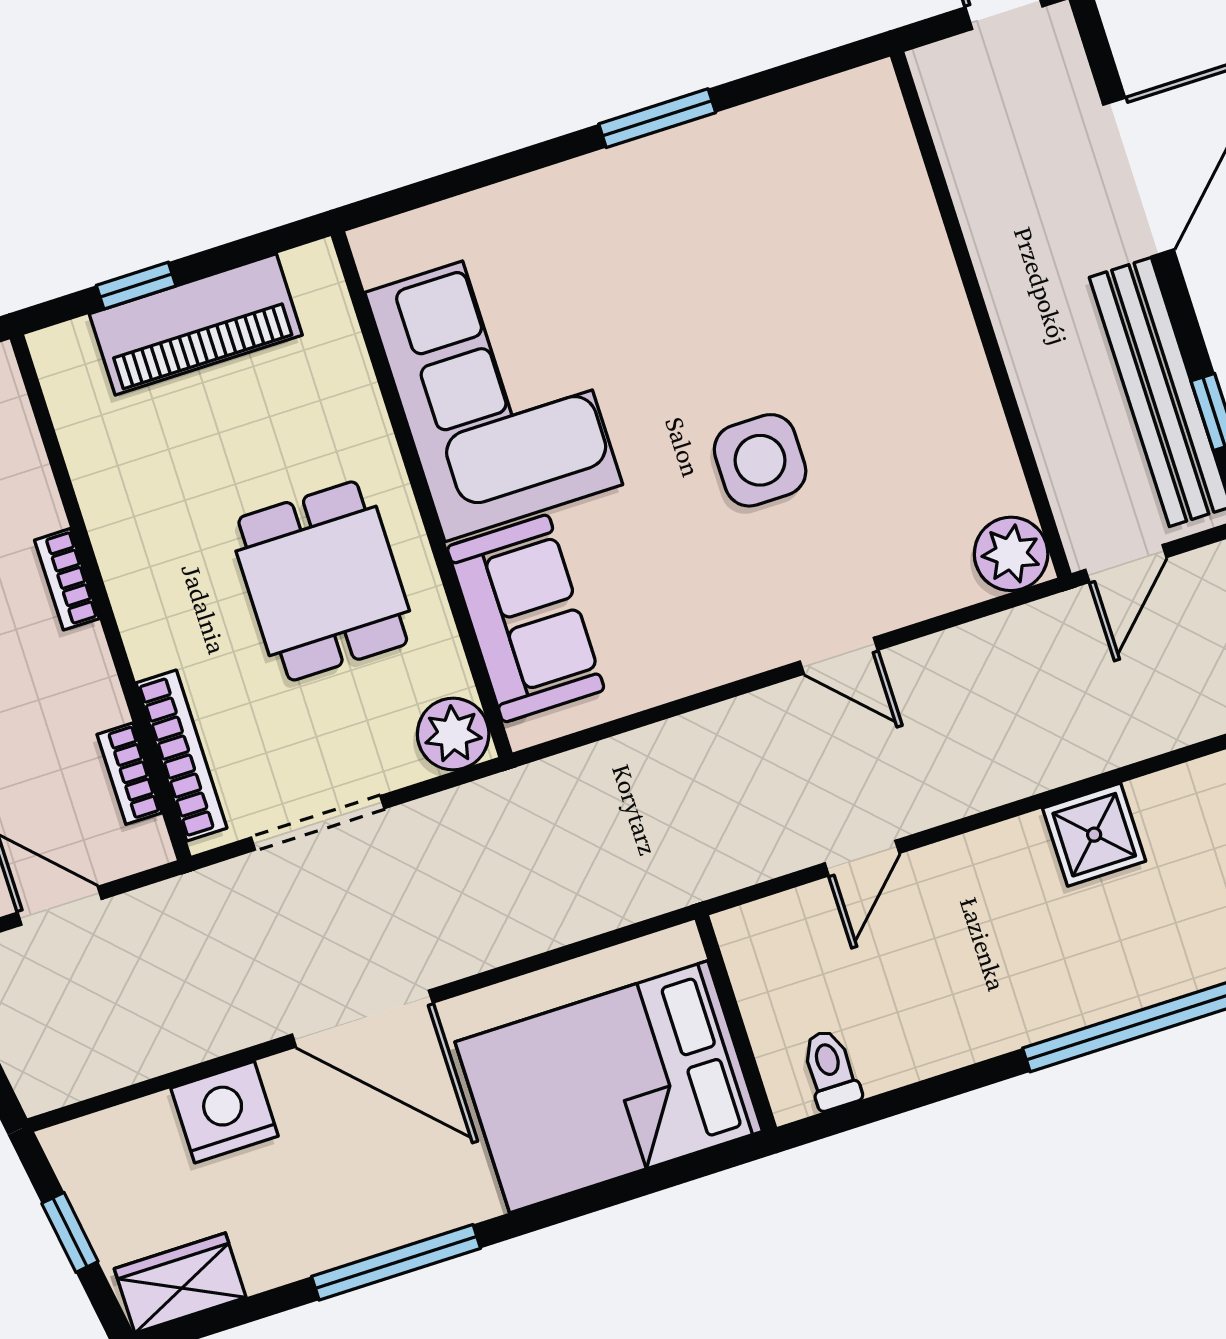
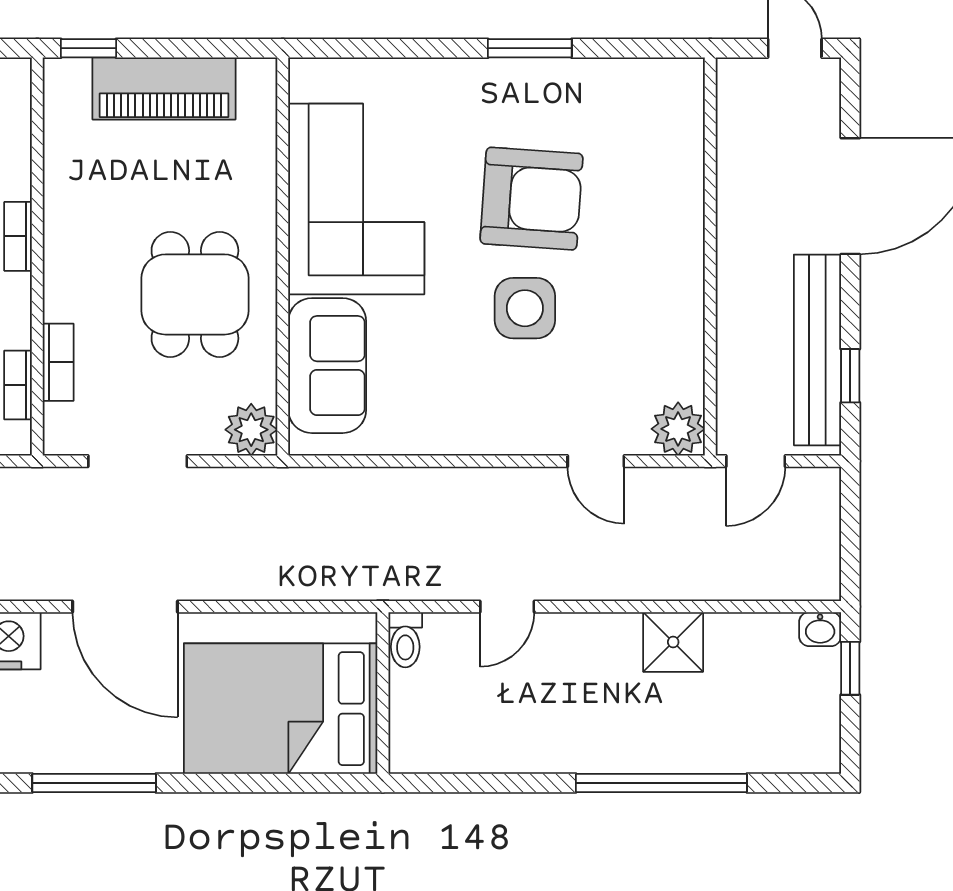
window: (136, 286) -> (88, 48), moved
armchair: (723, 314) -> (532, 199), added
door: (839, 656) -> (596, 461), moved
bookcase: (181, 755) -> (58, 362), width x0.64
toilet: (831, 1070) -> (405, 640), moved, turned 180

